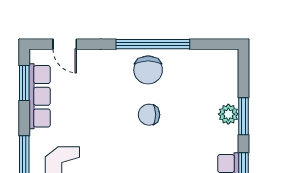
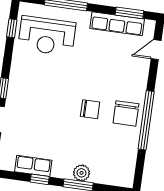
chair: (148, 70) -> (126, 113), turned -90
chair: (149, 115) -> (90, 109), turned 90

